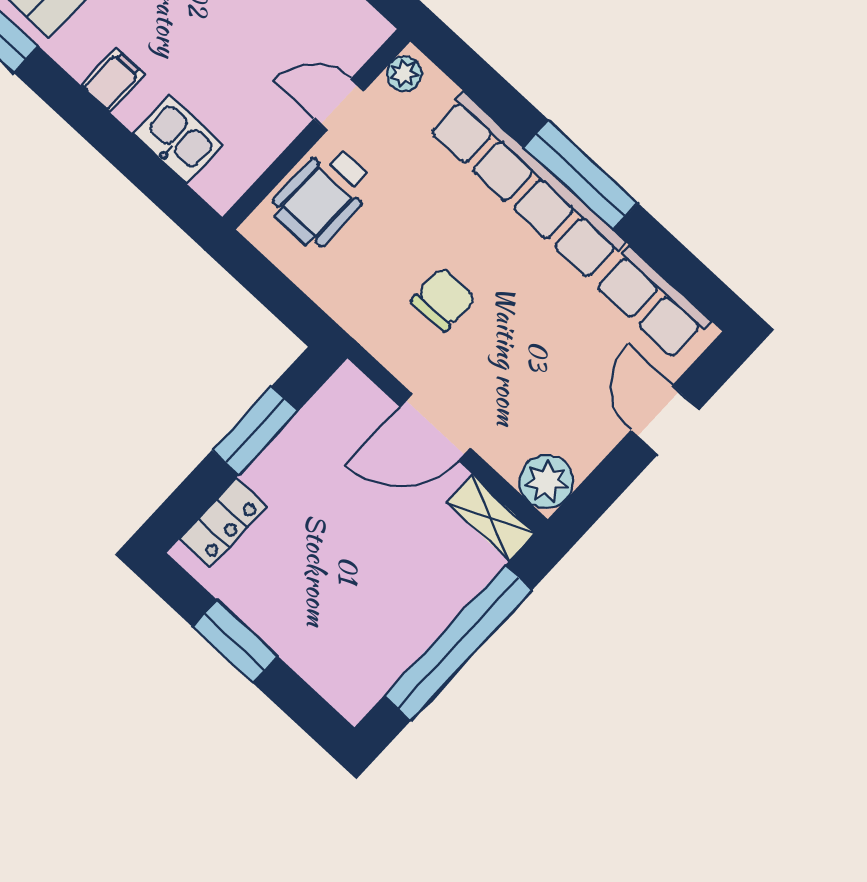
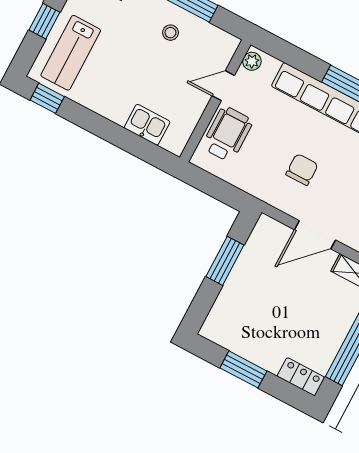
filing cabinet: (113, 80) -> (106, 104), removed
wheelchair: (323, 197) -> (227, 134), turned 180
locker: (223, 523) -> (301, 377), moved, turned -90

